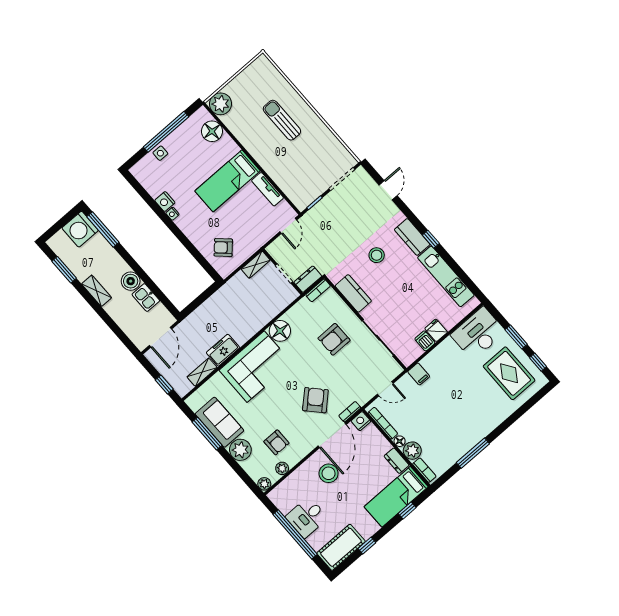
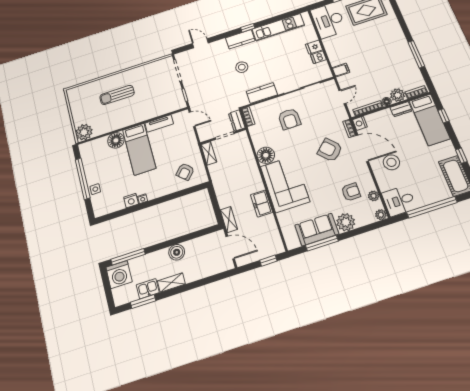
floor lamp: (212, 131) -> (116, 140), moved
kitchen sink: (146, 298) -> (148, 289), moved, turned 180
shelving: (202, 372) -> (229, 220), moved
desk: (307, 517) -> (399, 201), moved, turned 90

